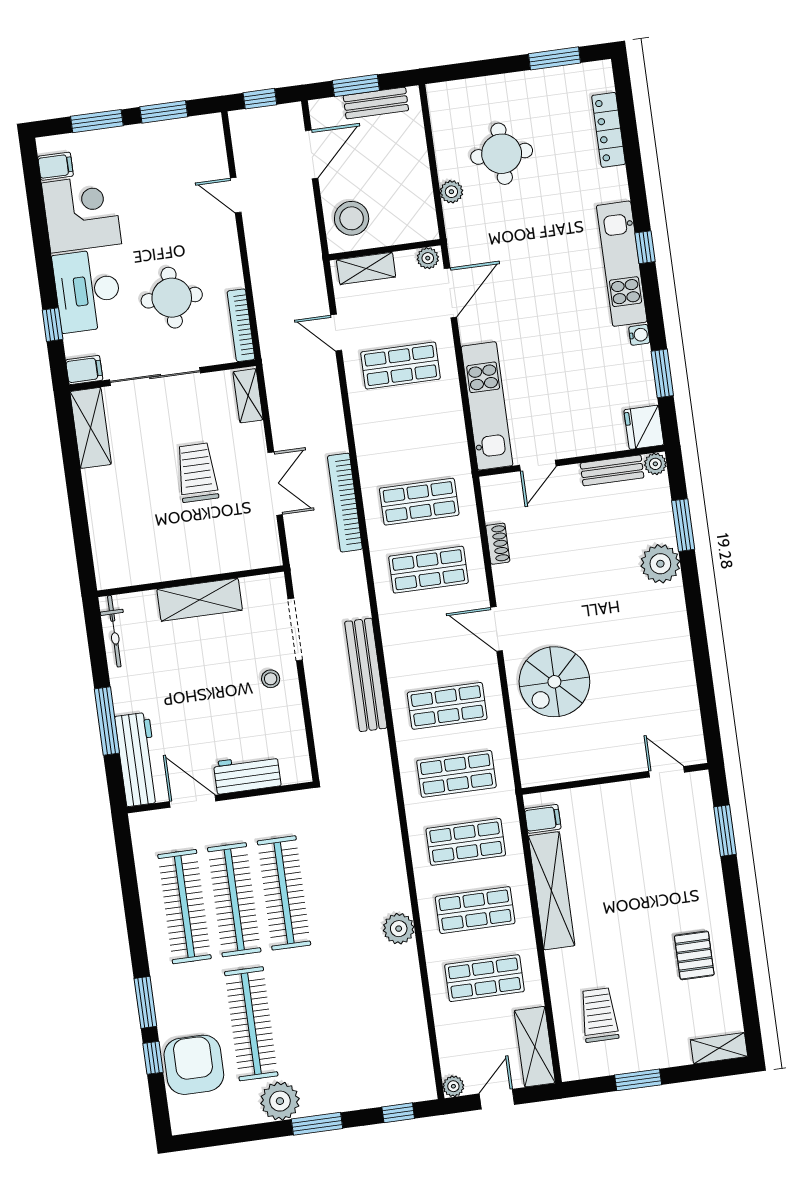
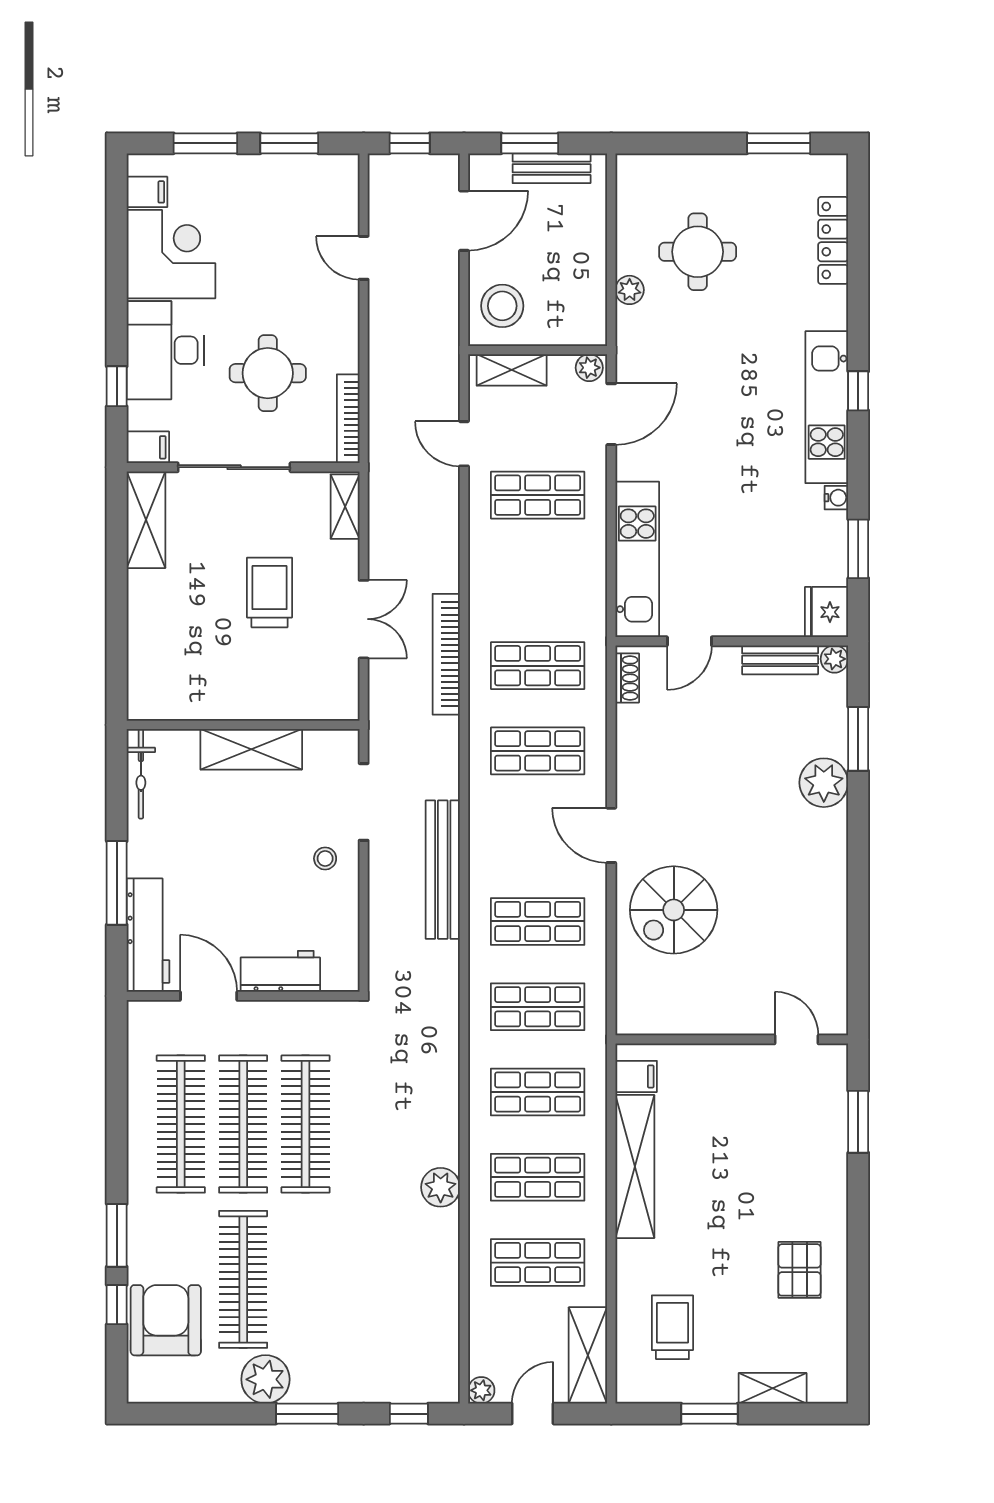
shoe rack: (498, 544) -> (627, 678), moved
shelving: (719, 1048) -> (773, 1388), moved

